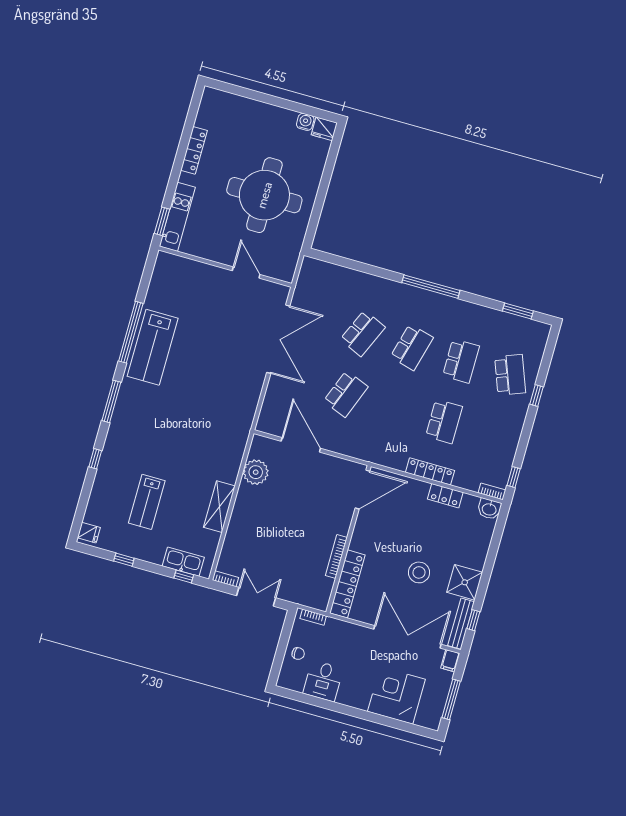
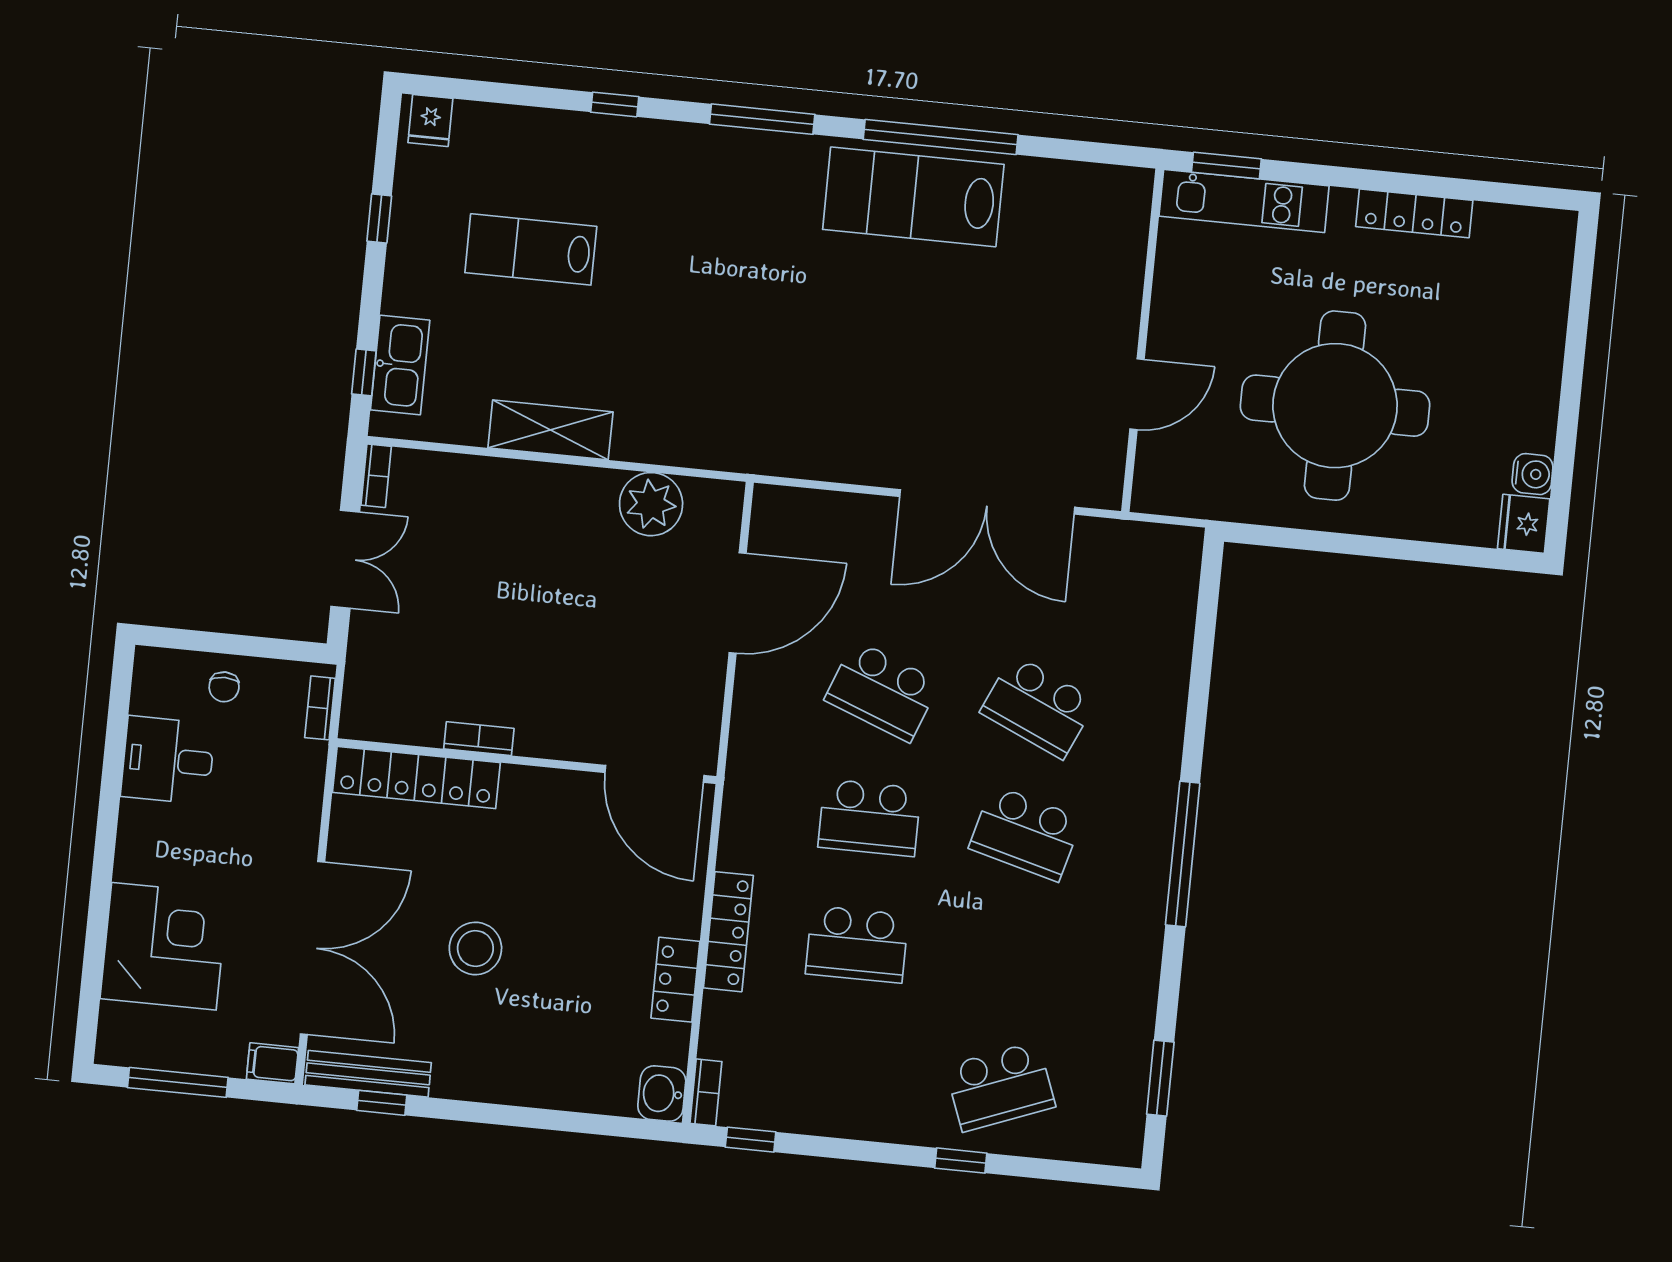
school desk: (461, 361) -> (870, 818), moved
bookcase: (336, 557) -> (479, 739), width x0.64
shower: (465, 582) -> (471, 1065), removed

